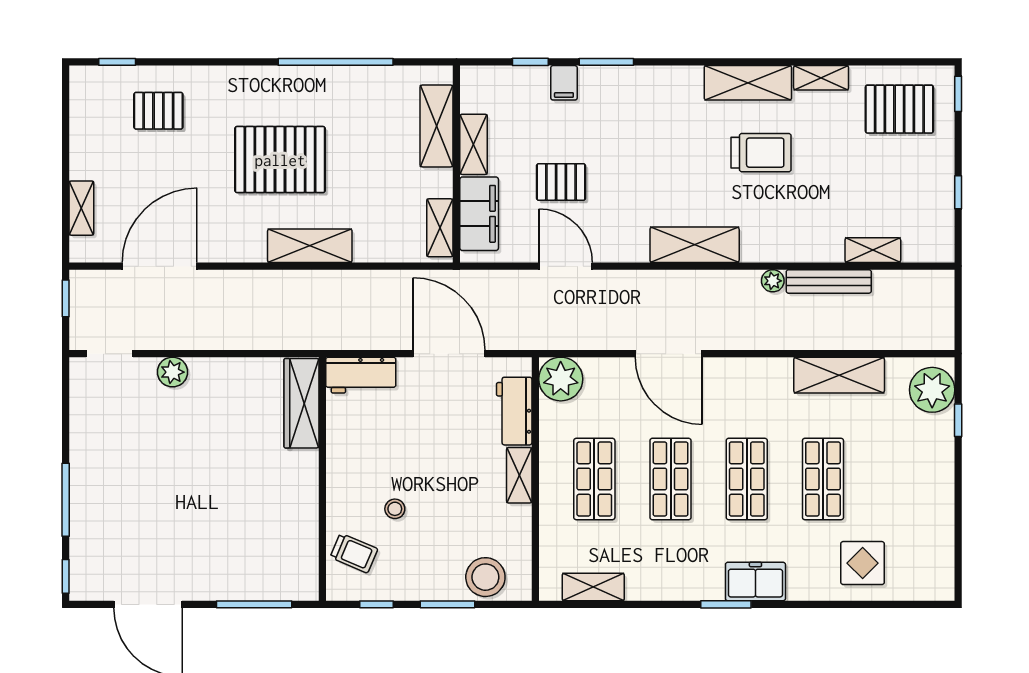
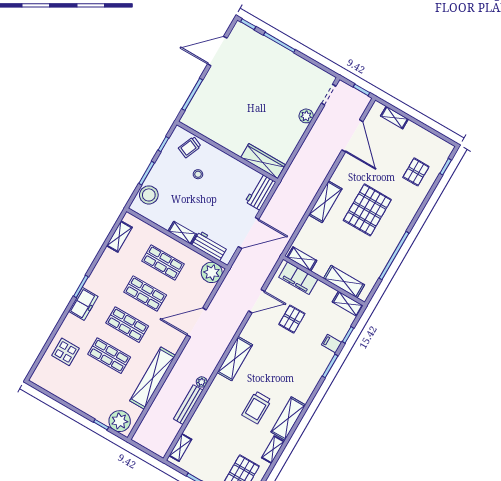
shelving: (474, 144) -> (348, 304), moved
shelving: (873, 250) -> (180, 447), moved
shelving: (839, 375) -> (153, 378), width x1.47

